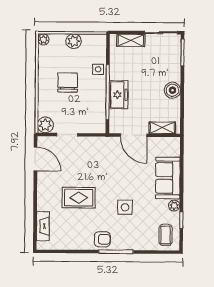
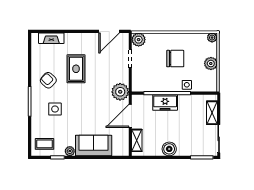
plant: (106, 147) -> (120, 92), added
side table: (125, 207) -> (55, 109), moved
armchair: (102, 239) -> (48, 80), moved, turned 133

